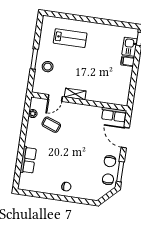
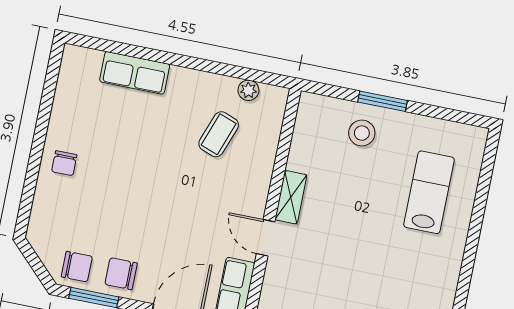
lab bench: (70, 38) -> (429, 192), turned 180
door: (55, 98) -> (266, 238), moved

